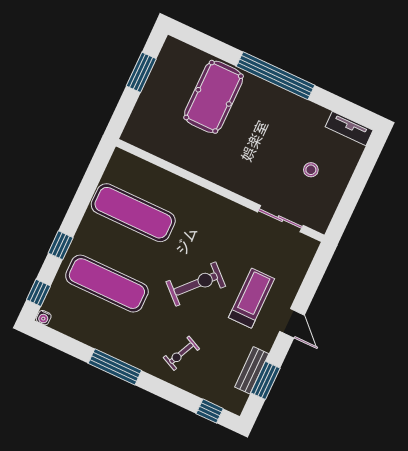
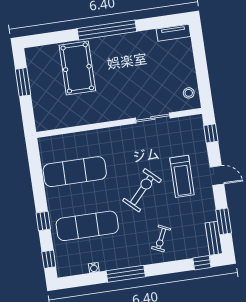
stool: (311, 170) -> (189, 93), moved
sliding door: (280, 219) -> (153, 118), moved
window: (316, 271) -> (211, 133), added
treadmill: (251, 298) -> (182, 176), turned 180
water cooler: (44, 318) -> (94, 268), moved
bench: (252, 370) -> (214, 238), moved

